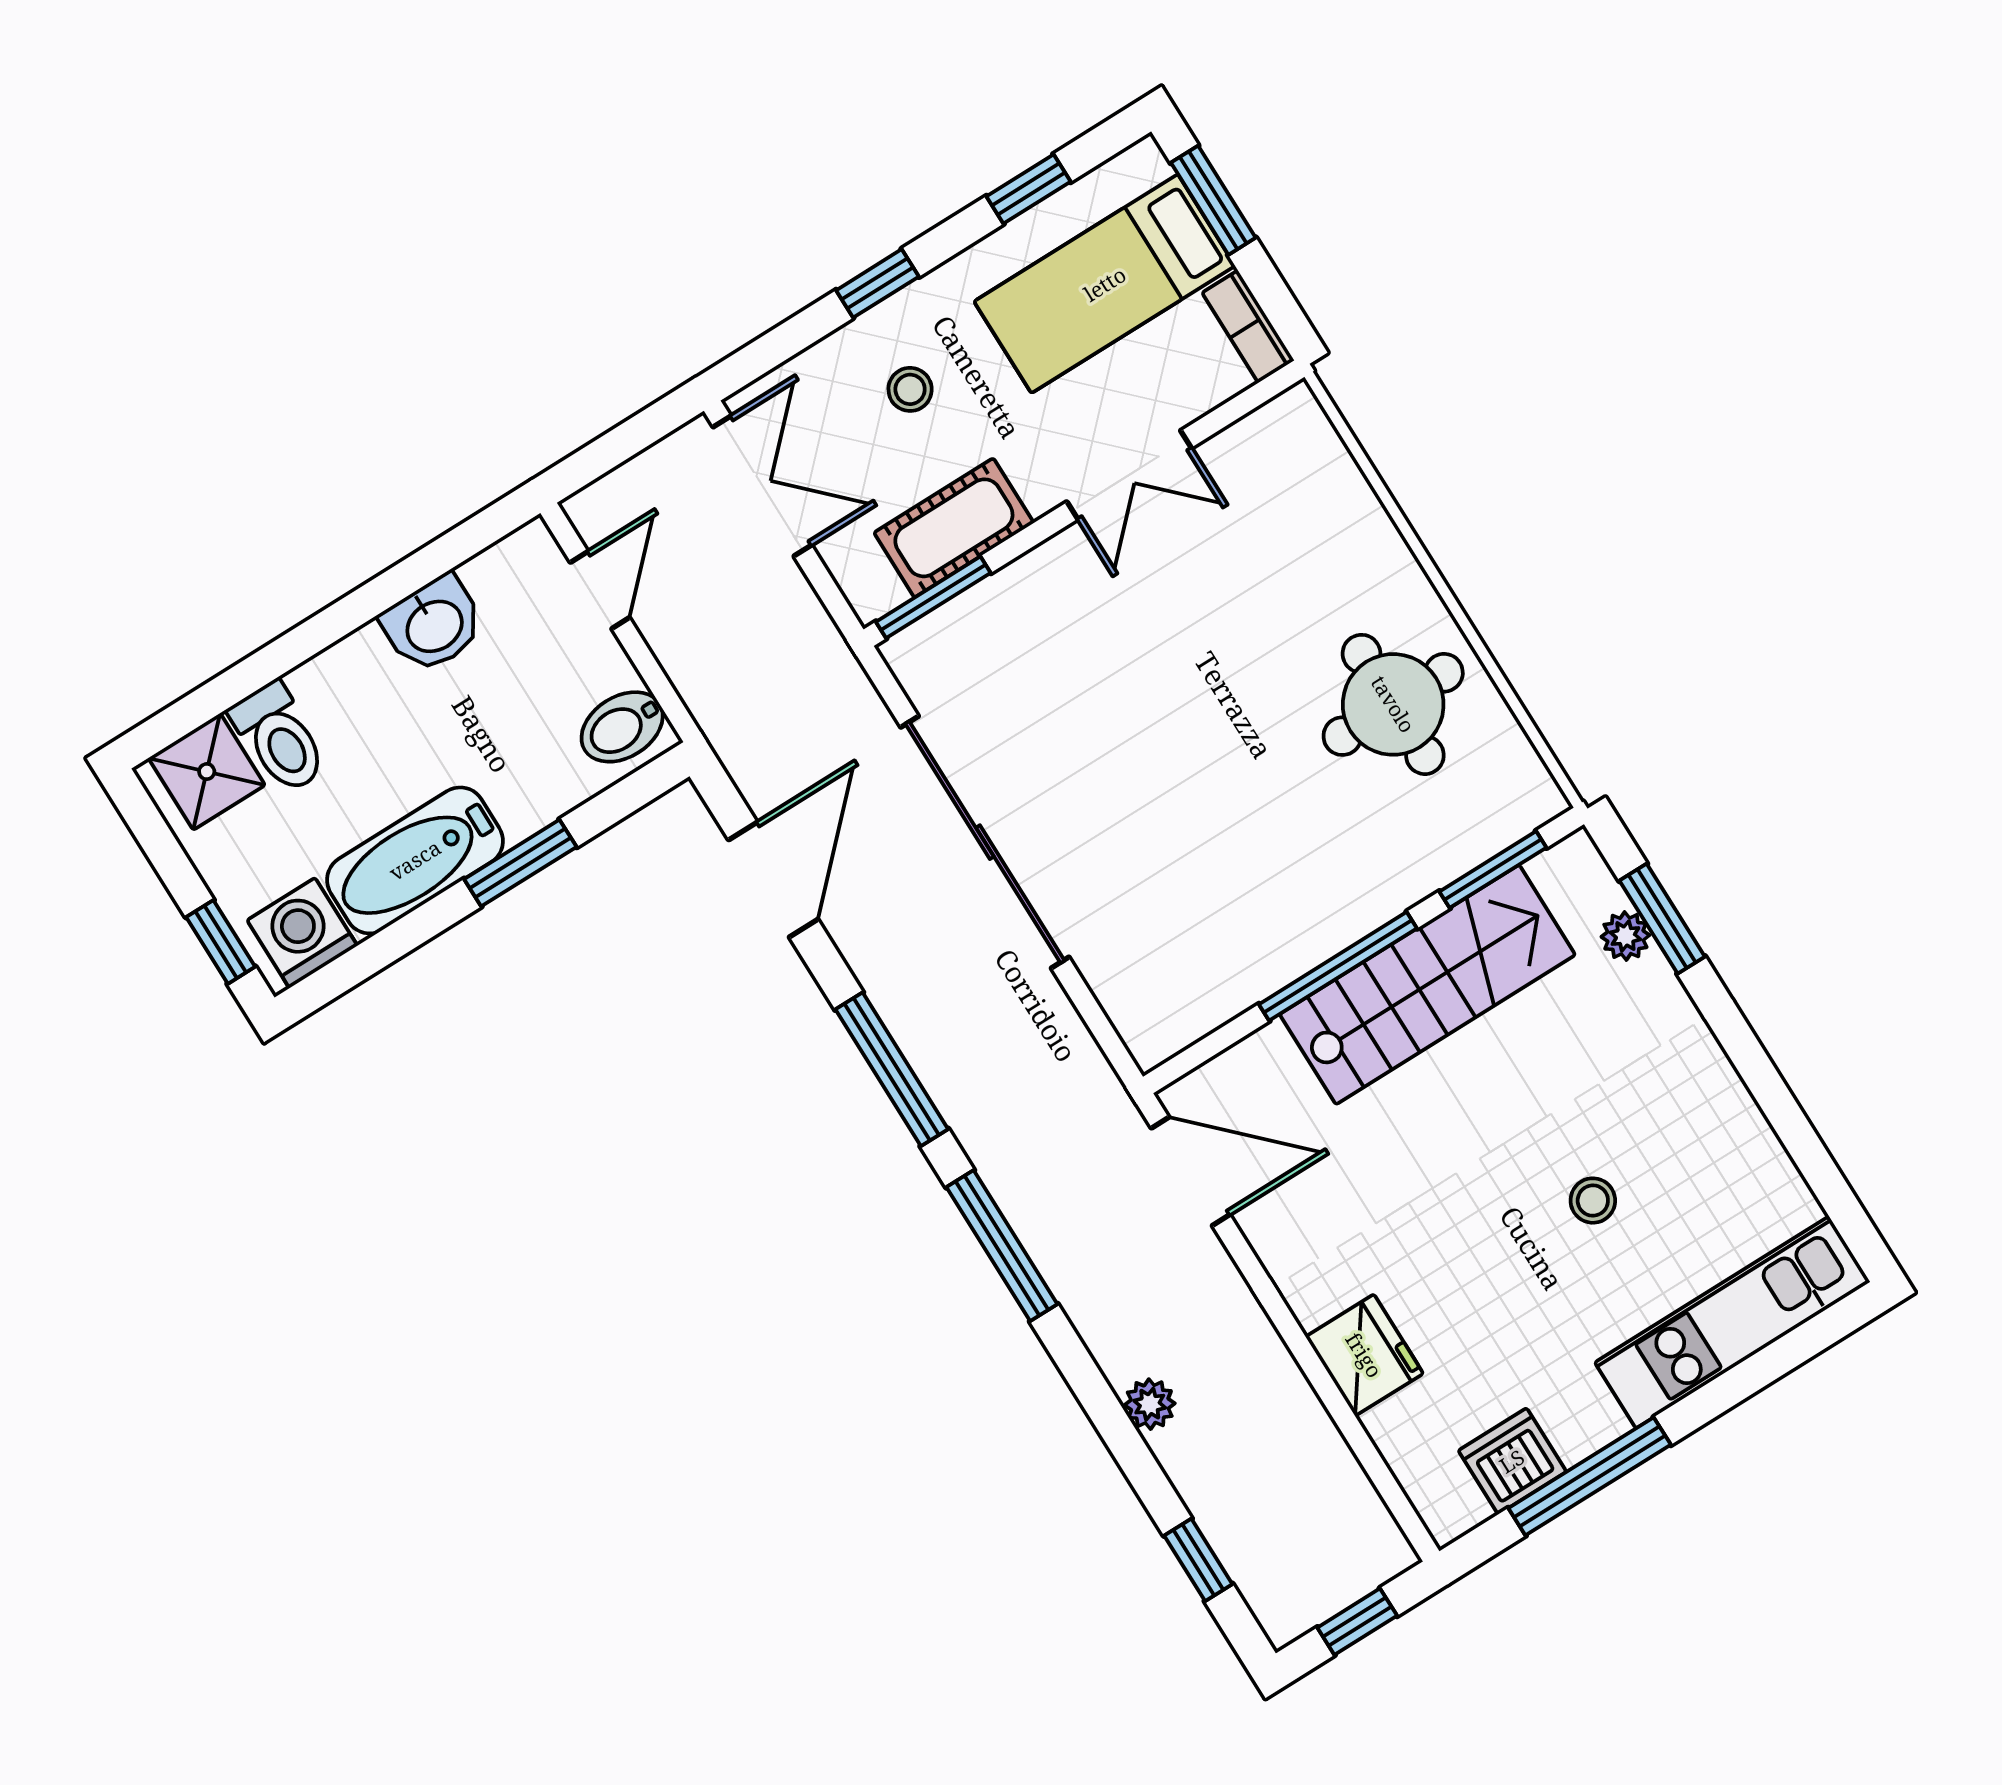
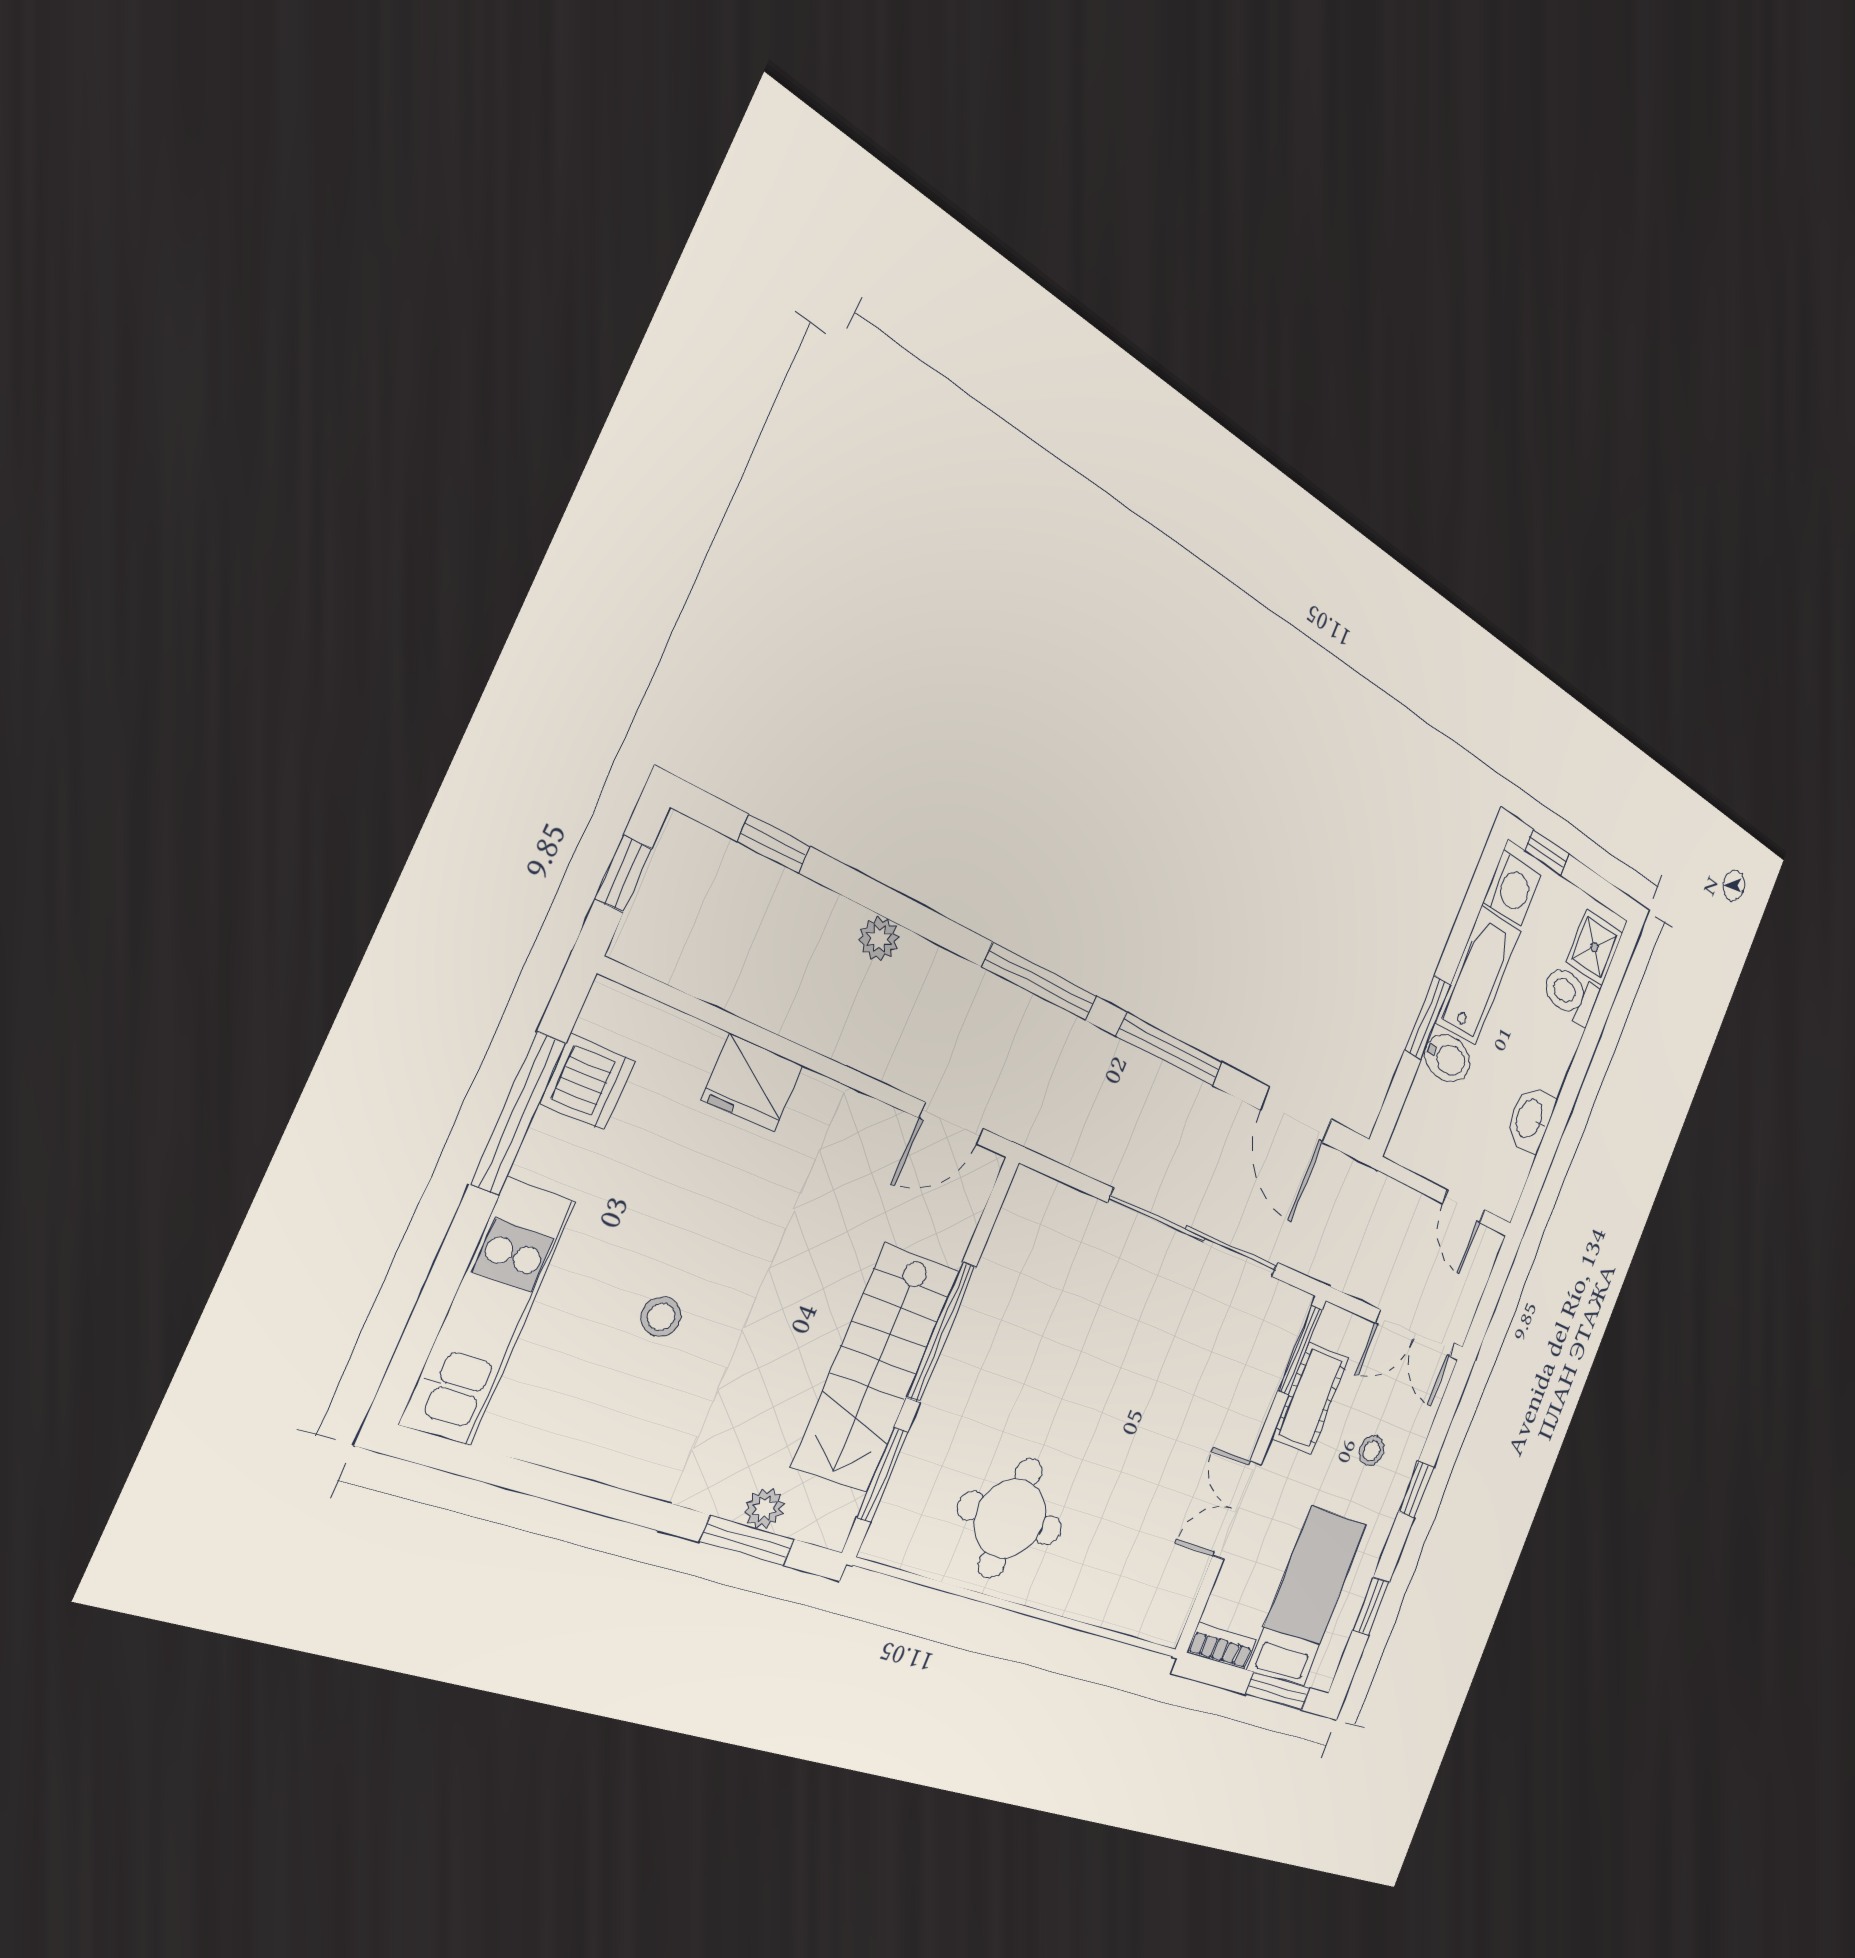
bidet: (622, 727) -> (1447, 1058), moved, turned 90
door: (1191, 1171) -> (951, 1123), width x0.73

